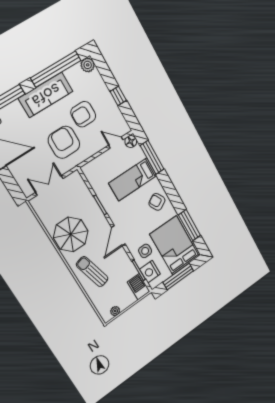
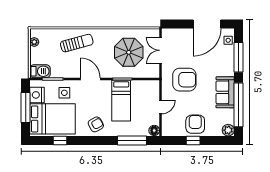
sofa: (46, 95) -> (225, 92), width x0.73
armchair: (83, 114) -> (195, 124), moved
door: (116, 142) -> (161, 107), moved
bed: (133, 179) -> (121, 101), moved, turned 180
double door: (49, 185) -> (161, 50), swing flipped
window: (189, 225) -> (60, 140), width x0.46
parasol: (71, 234) -> (129, 52), moved
nightstand: (150, 272) -> (37, 95), moved, turned -90

